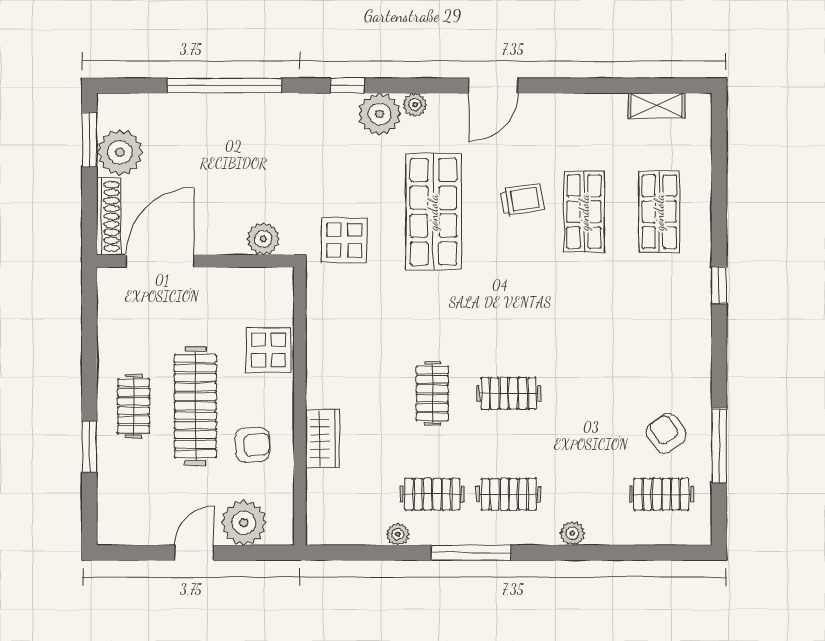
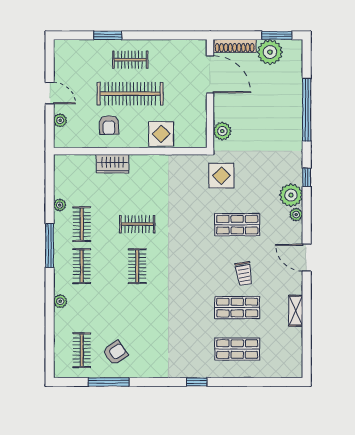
shelving: (656, 105) -> (296, 311), moved
shop shelf: (433, 212) -> (237, 225), width x0.70, depth x0.74
plant: (244, 523) -> (60, 120), width x0.53, depth x0.53

